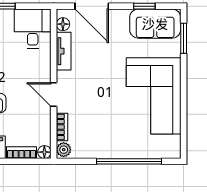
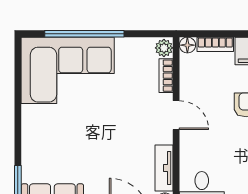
corner sofa: (154, 96) -> (68, 70), moved, turned 90

